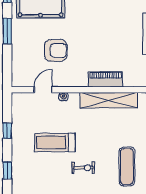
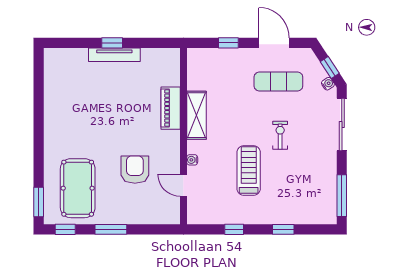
shelving: (109, 100) -> (196, 115), width x0.68
treadmill: (55, 142) -> (249, 171), turned 180

